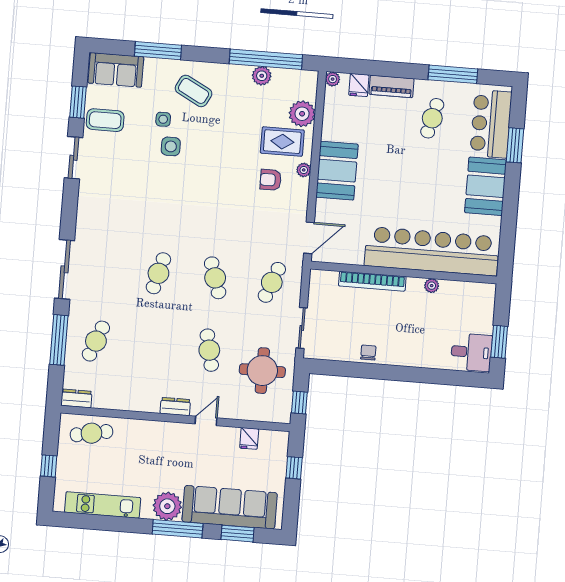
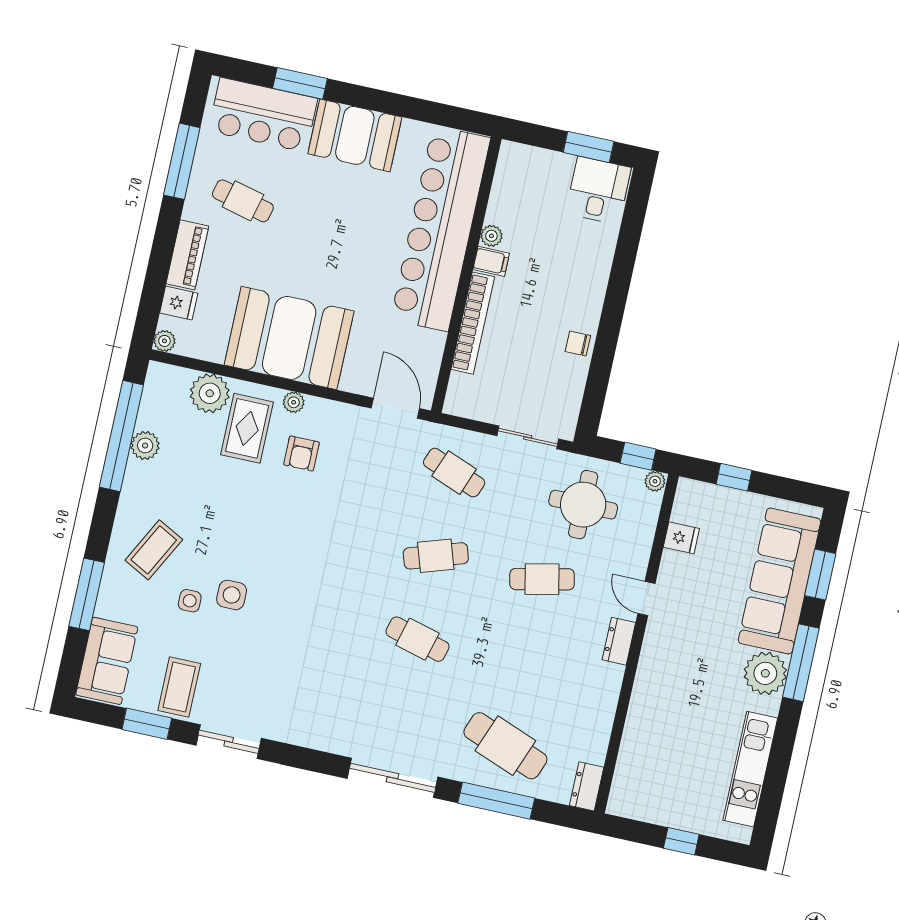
booth: (337, 171) -> (289, 338), width x1.36, depth x1.42
filing cabinet: (415, 288) -> (491, 261), added
cafe table: (96, 341) -> (505, 746), width x1.37, depth x1.35
plant: (284, 416) -> (655, 481), added
cafe table: (91, 433) -> (641, 771), removed

